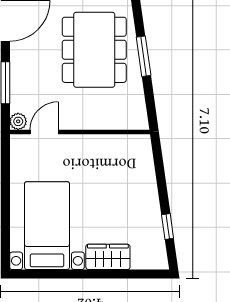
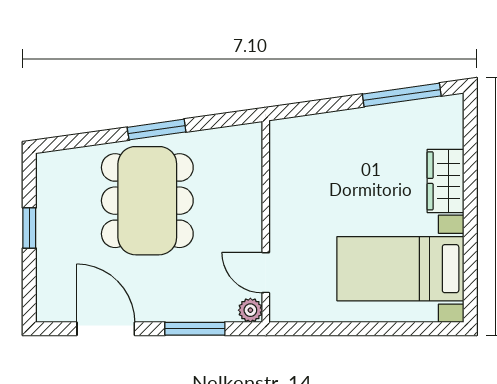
dining table: (94, 50) -> (147, 201), turned 90
window: (168, 227) -> (402, 95), width x2.17

